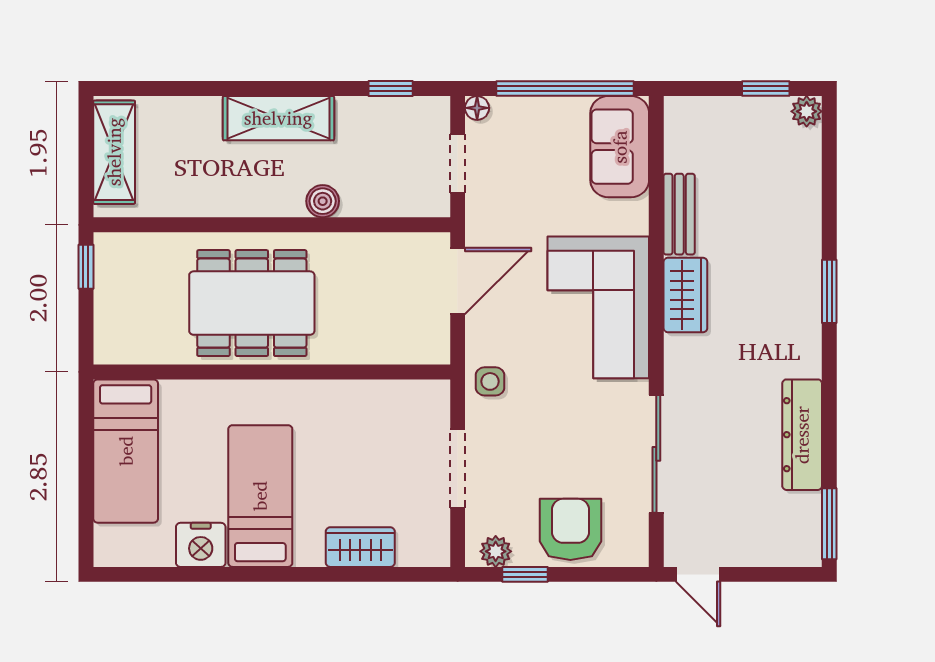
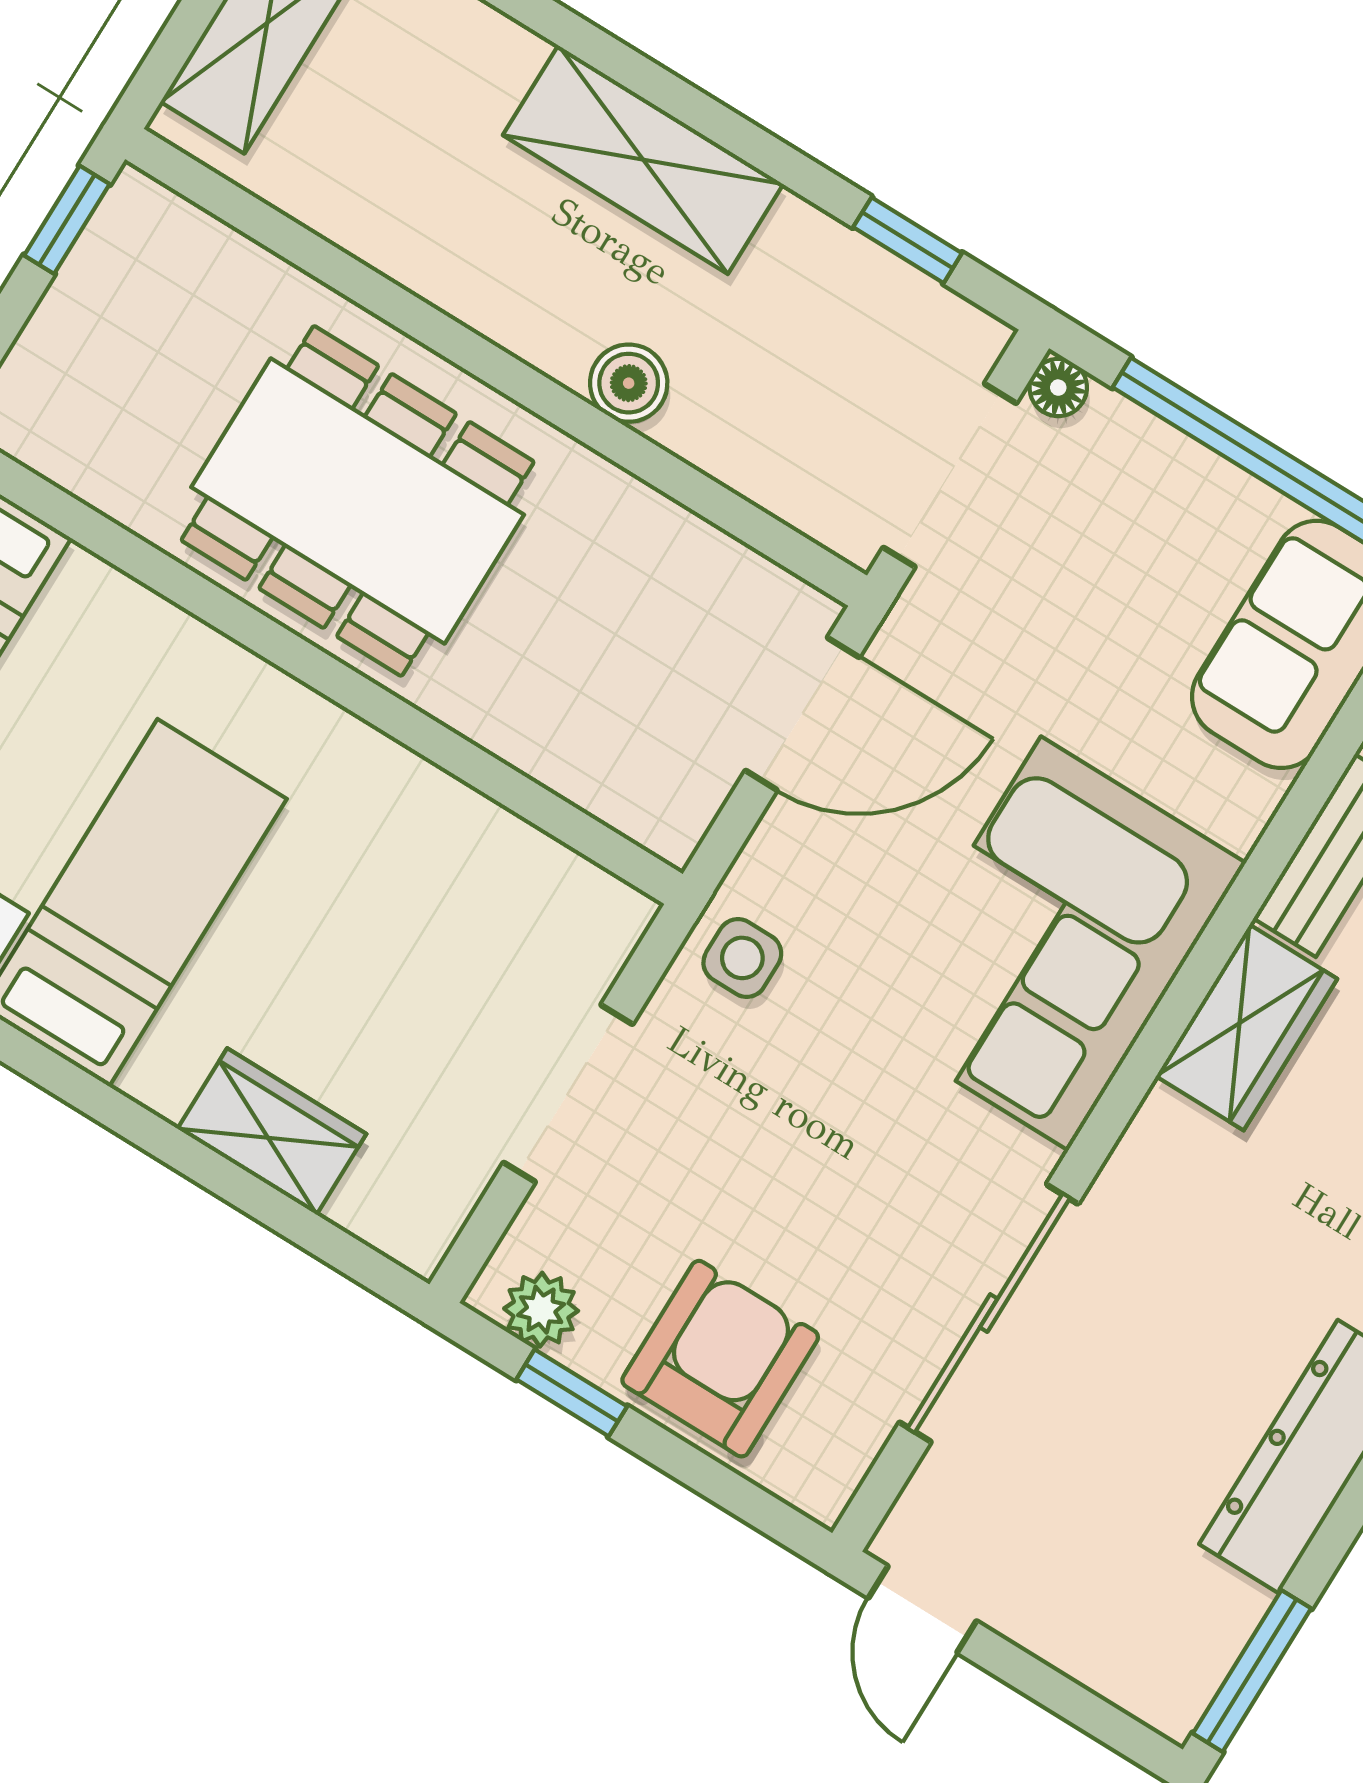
doorway: (458, 163) -> (950, 475), width x1.38

